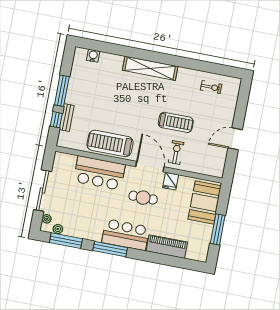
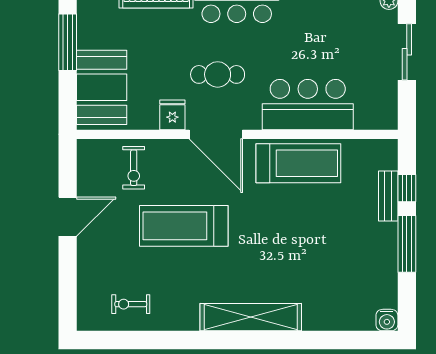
water cooler: (93, 56) -> (387, 320), moved
treadmill: (176, 122) -> (184, 226), width x1.37, depth x1.38
exercise bike: (176, 152) -> (134, 168), moved
sliding door: (43, 190) -> (407, 52), width x0.73

